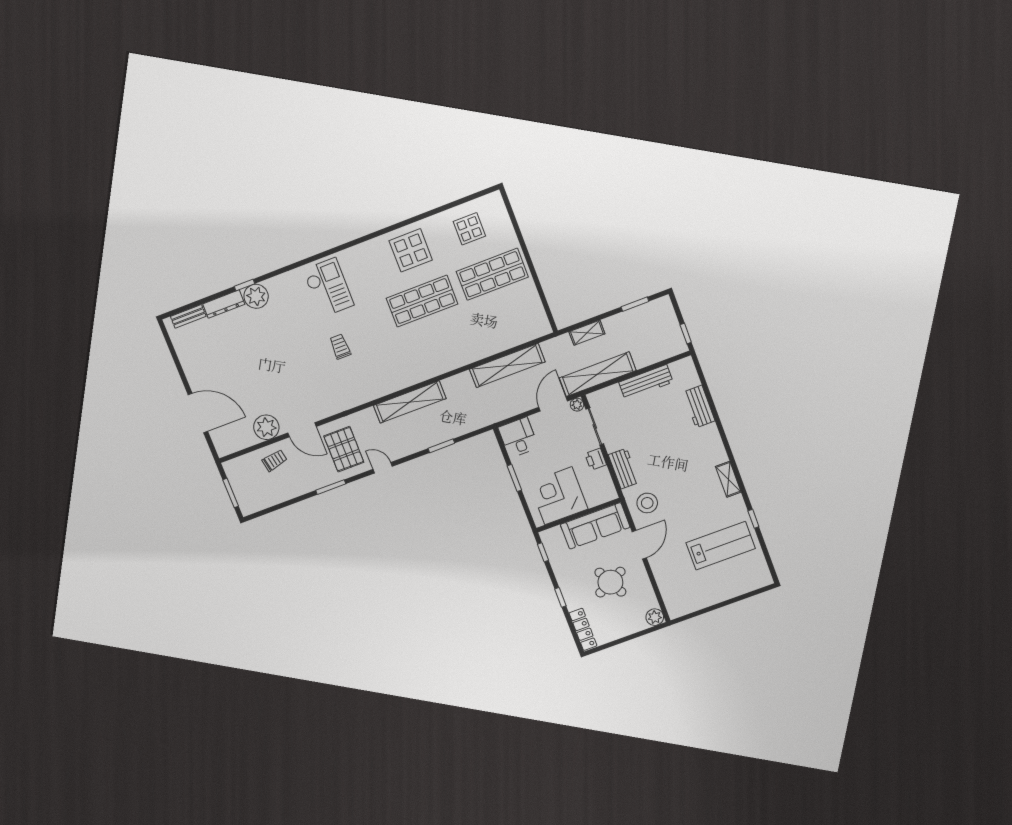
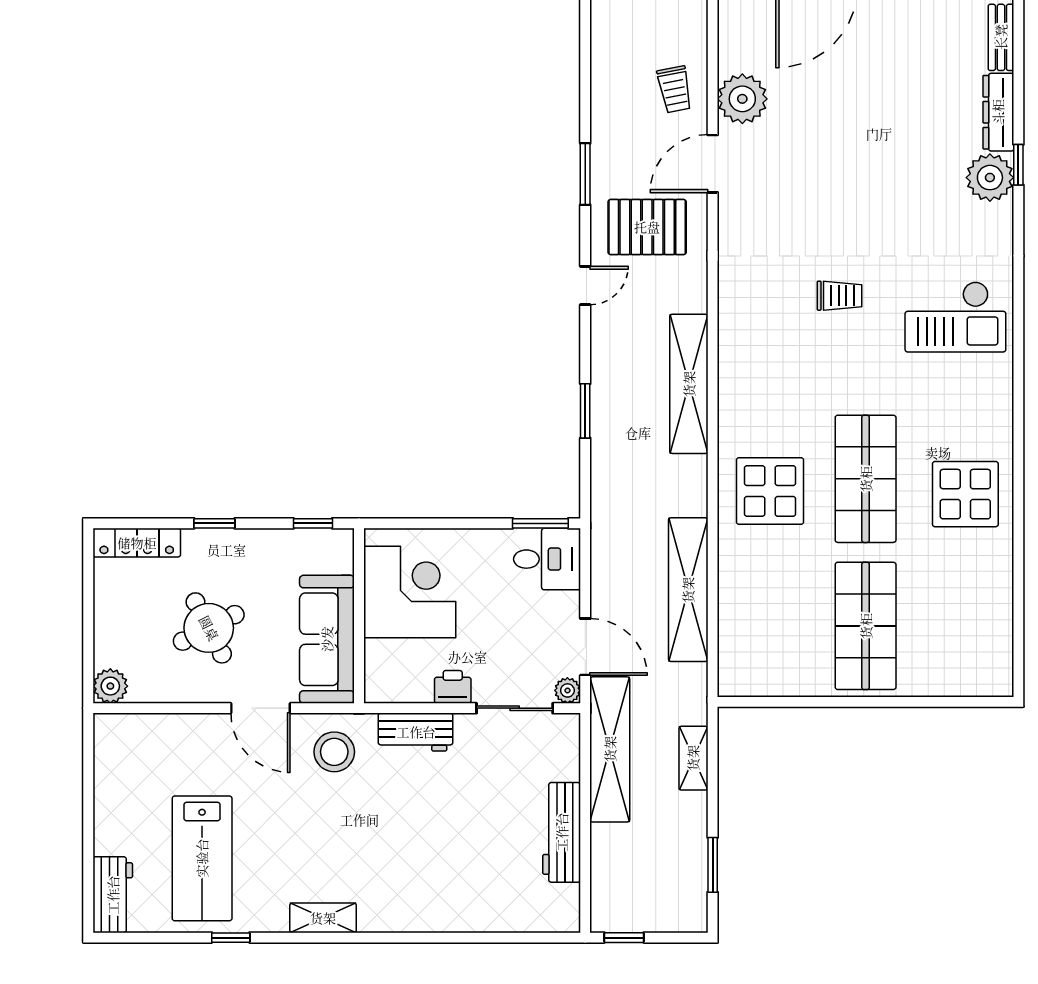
display table: (469, 229) -> (770, 491), moved, width x1.36, depth x1.36
workbench: (699, 406) -> (113, 895), moved, turned 90
window: (514, 478) -> (540, 523), moved

